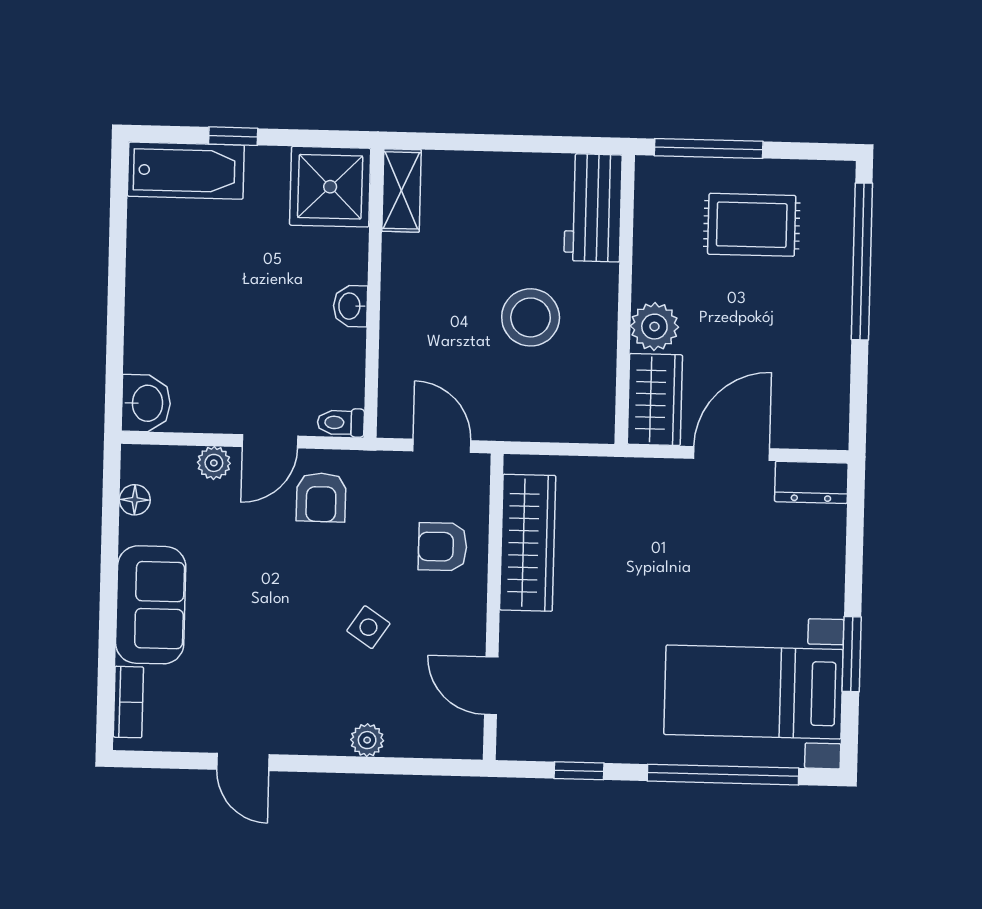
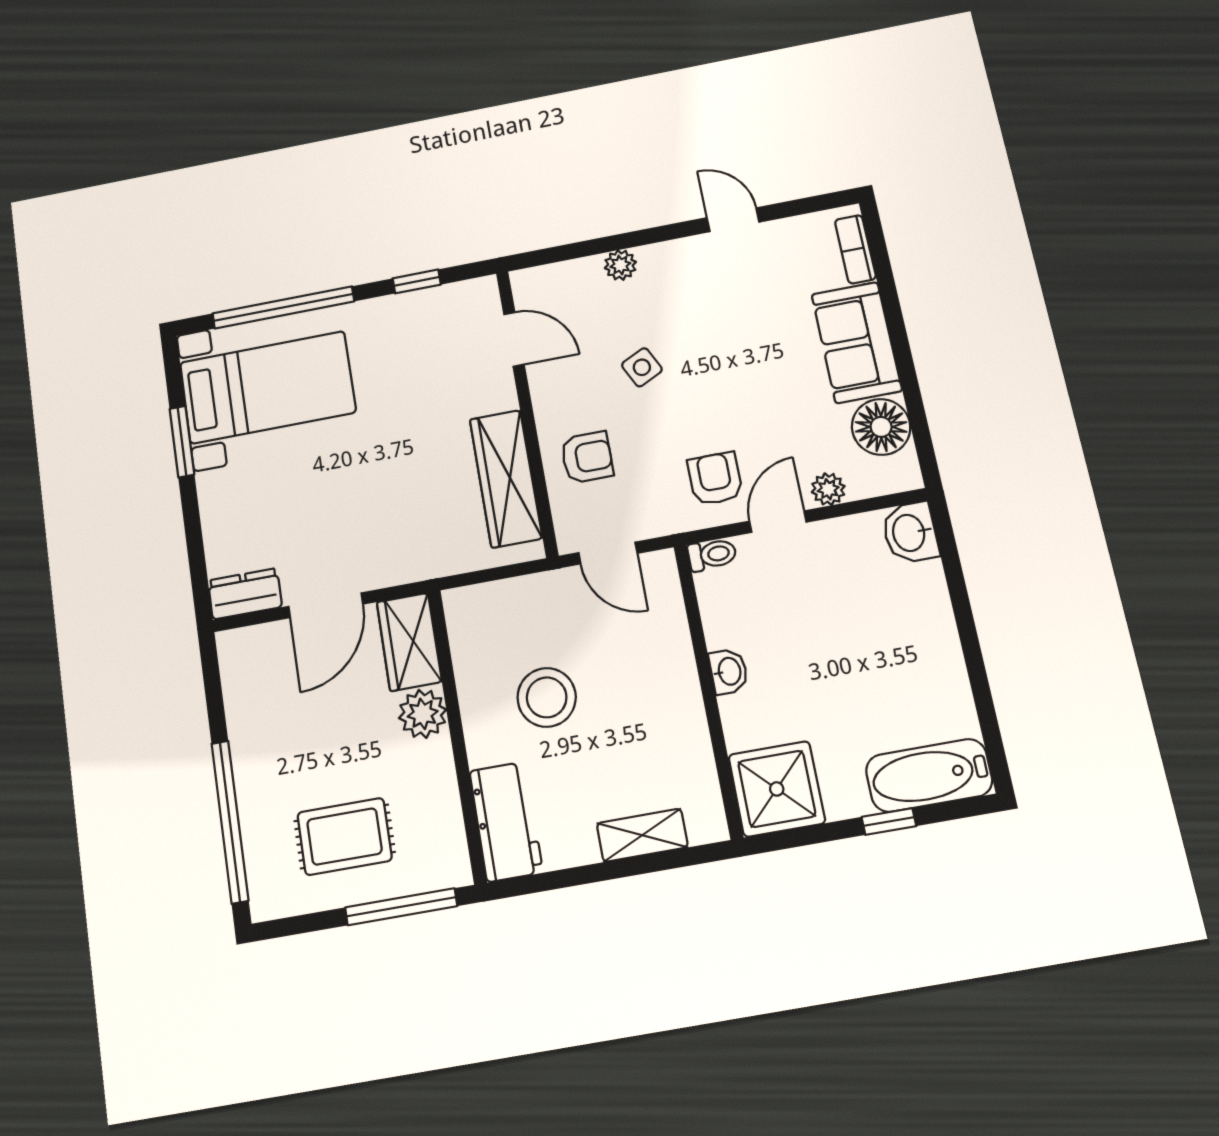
shelving: (402, 190) -> (642, 835), moved, turned 90
floor lamp: (135, 500) -> (881, 427), width x1.89, depth x1.89
side table: (368, 627) -> (642, 367), turned 30

